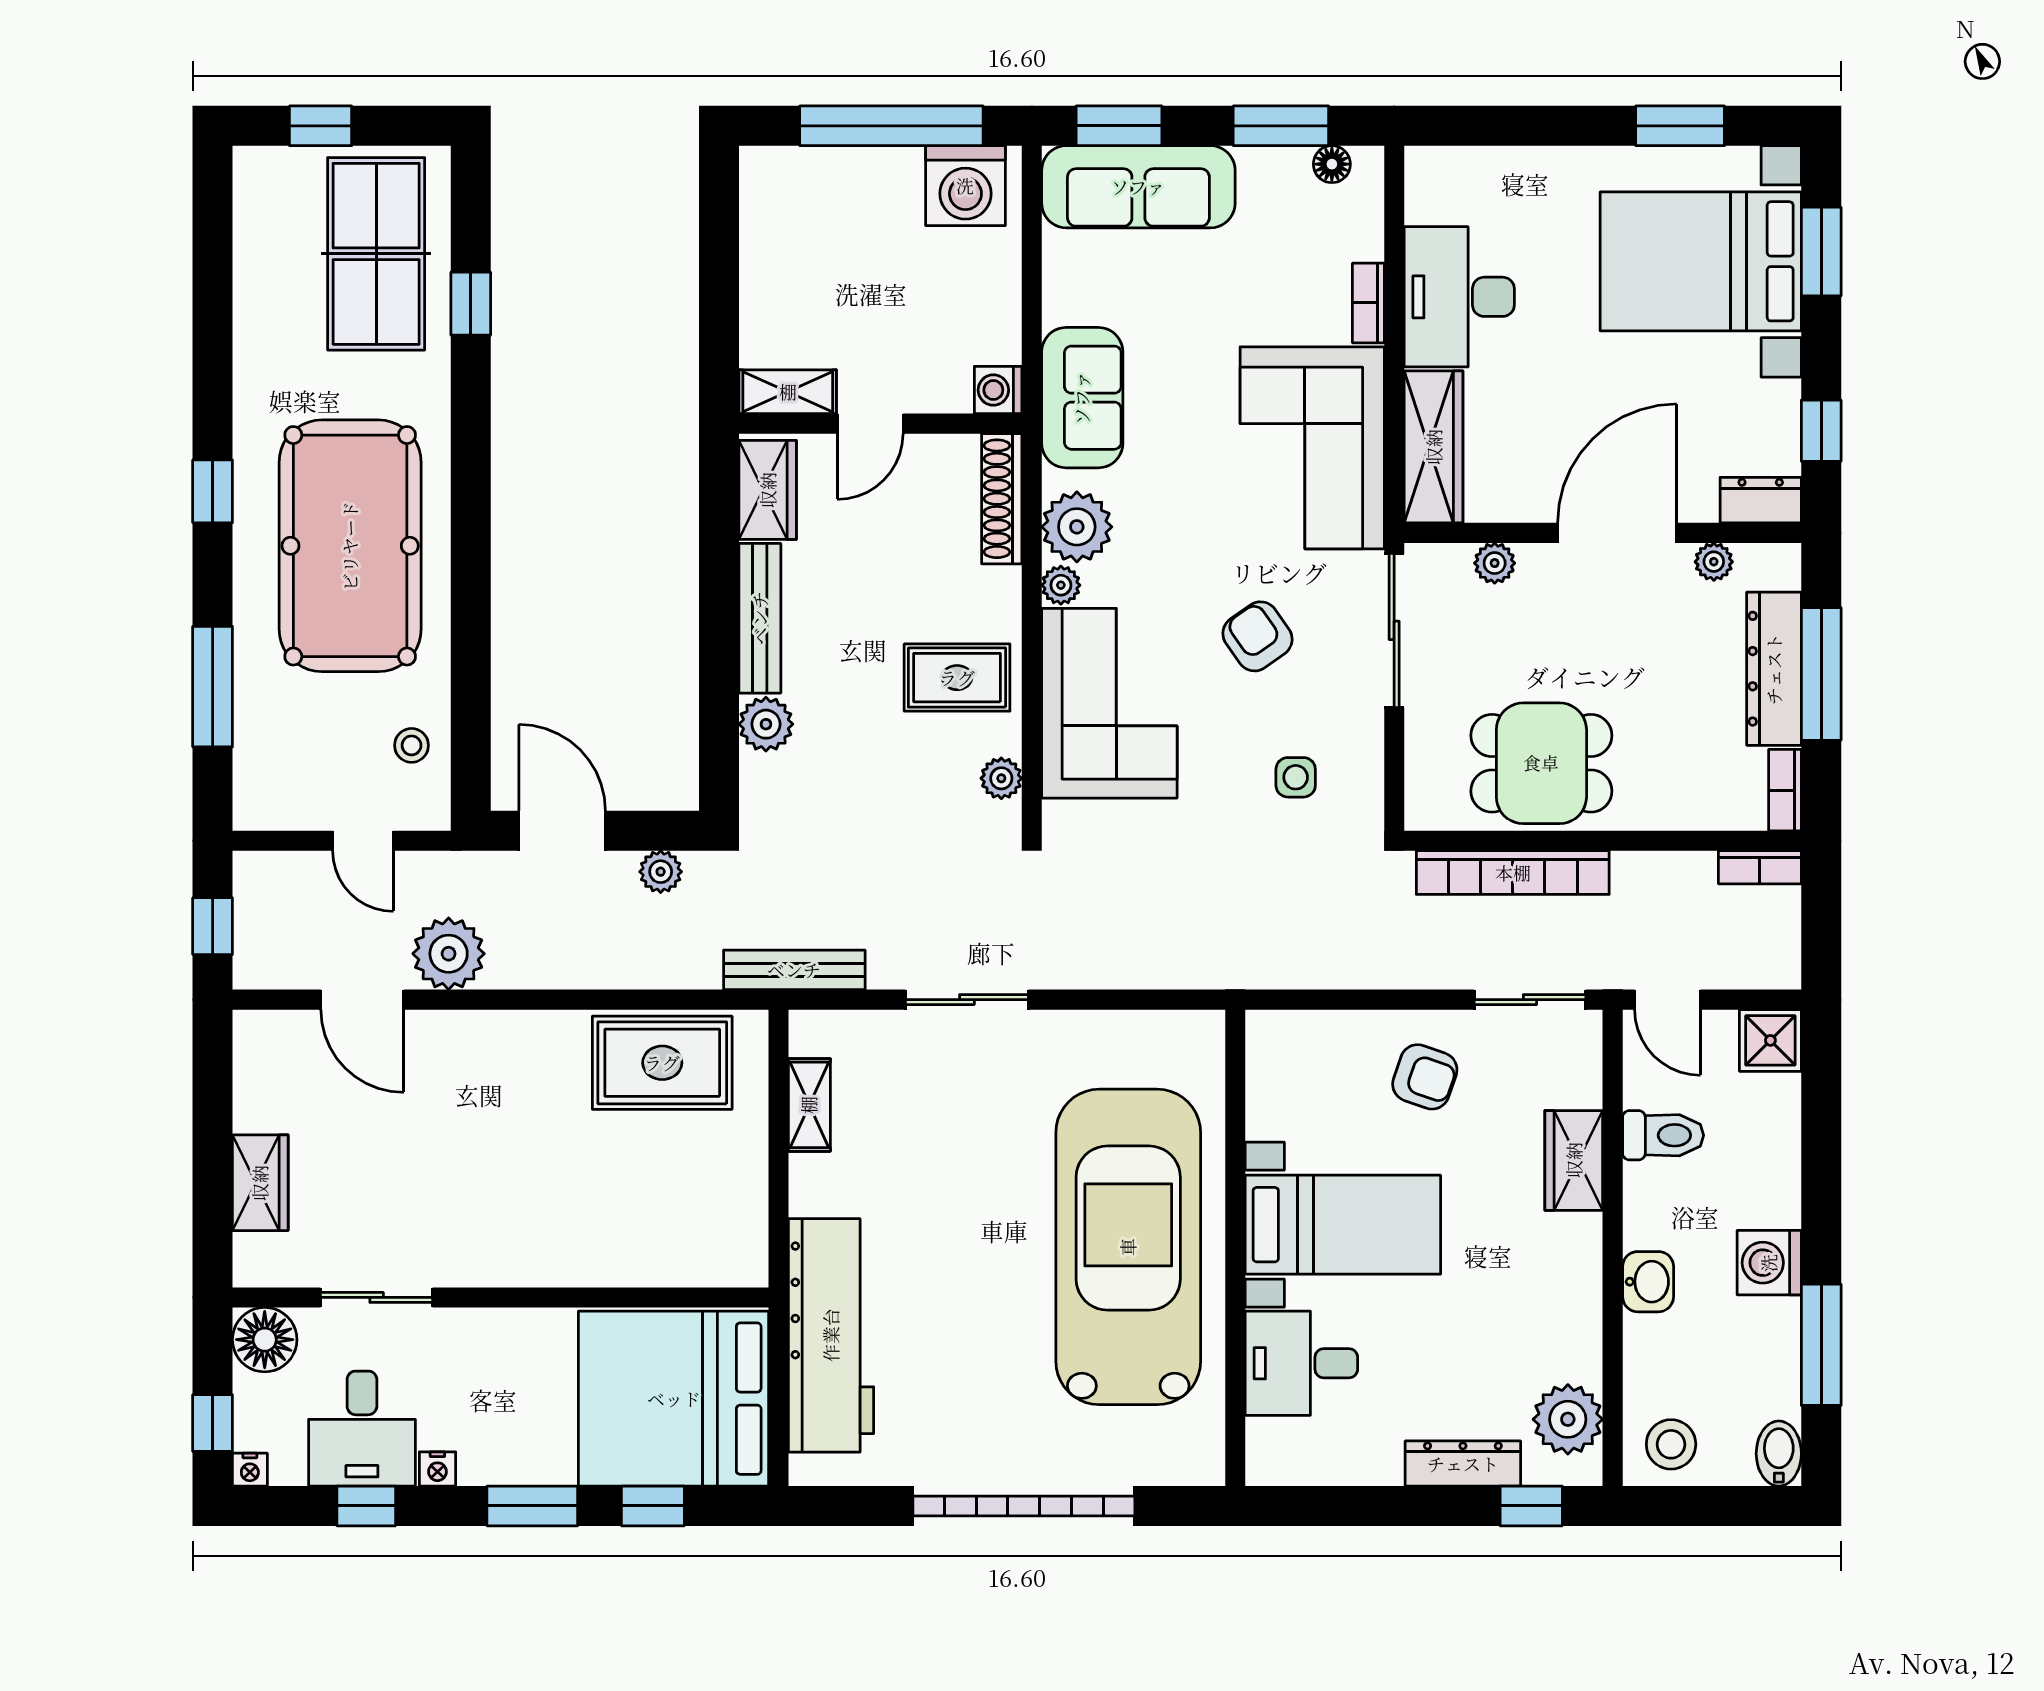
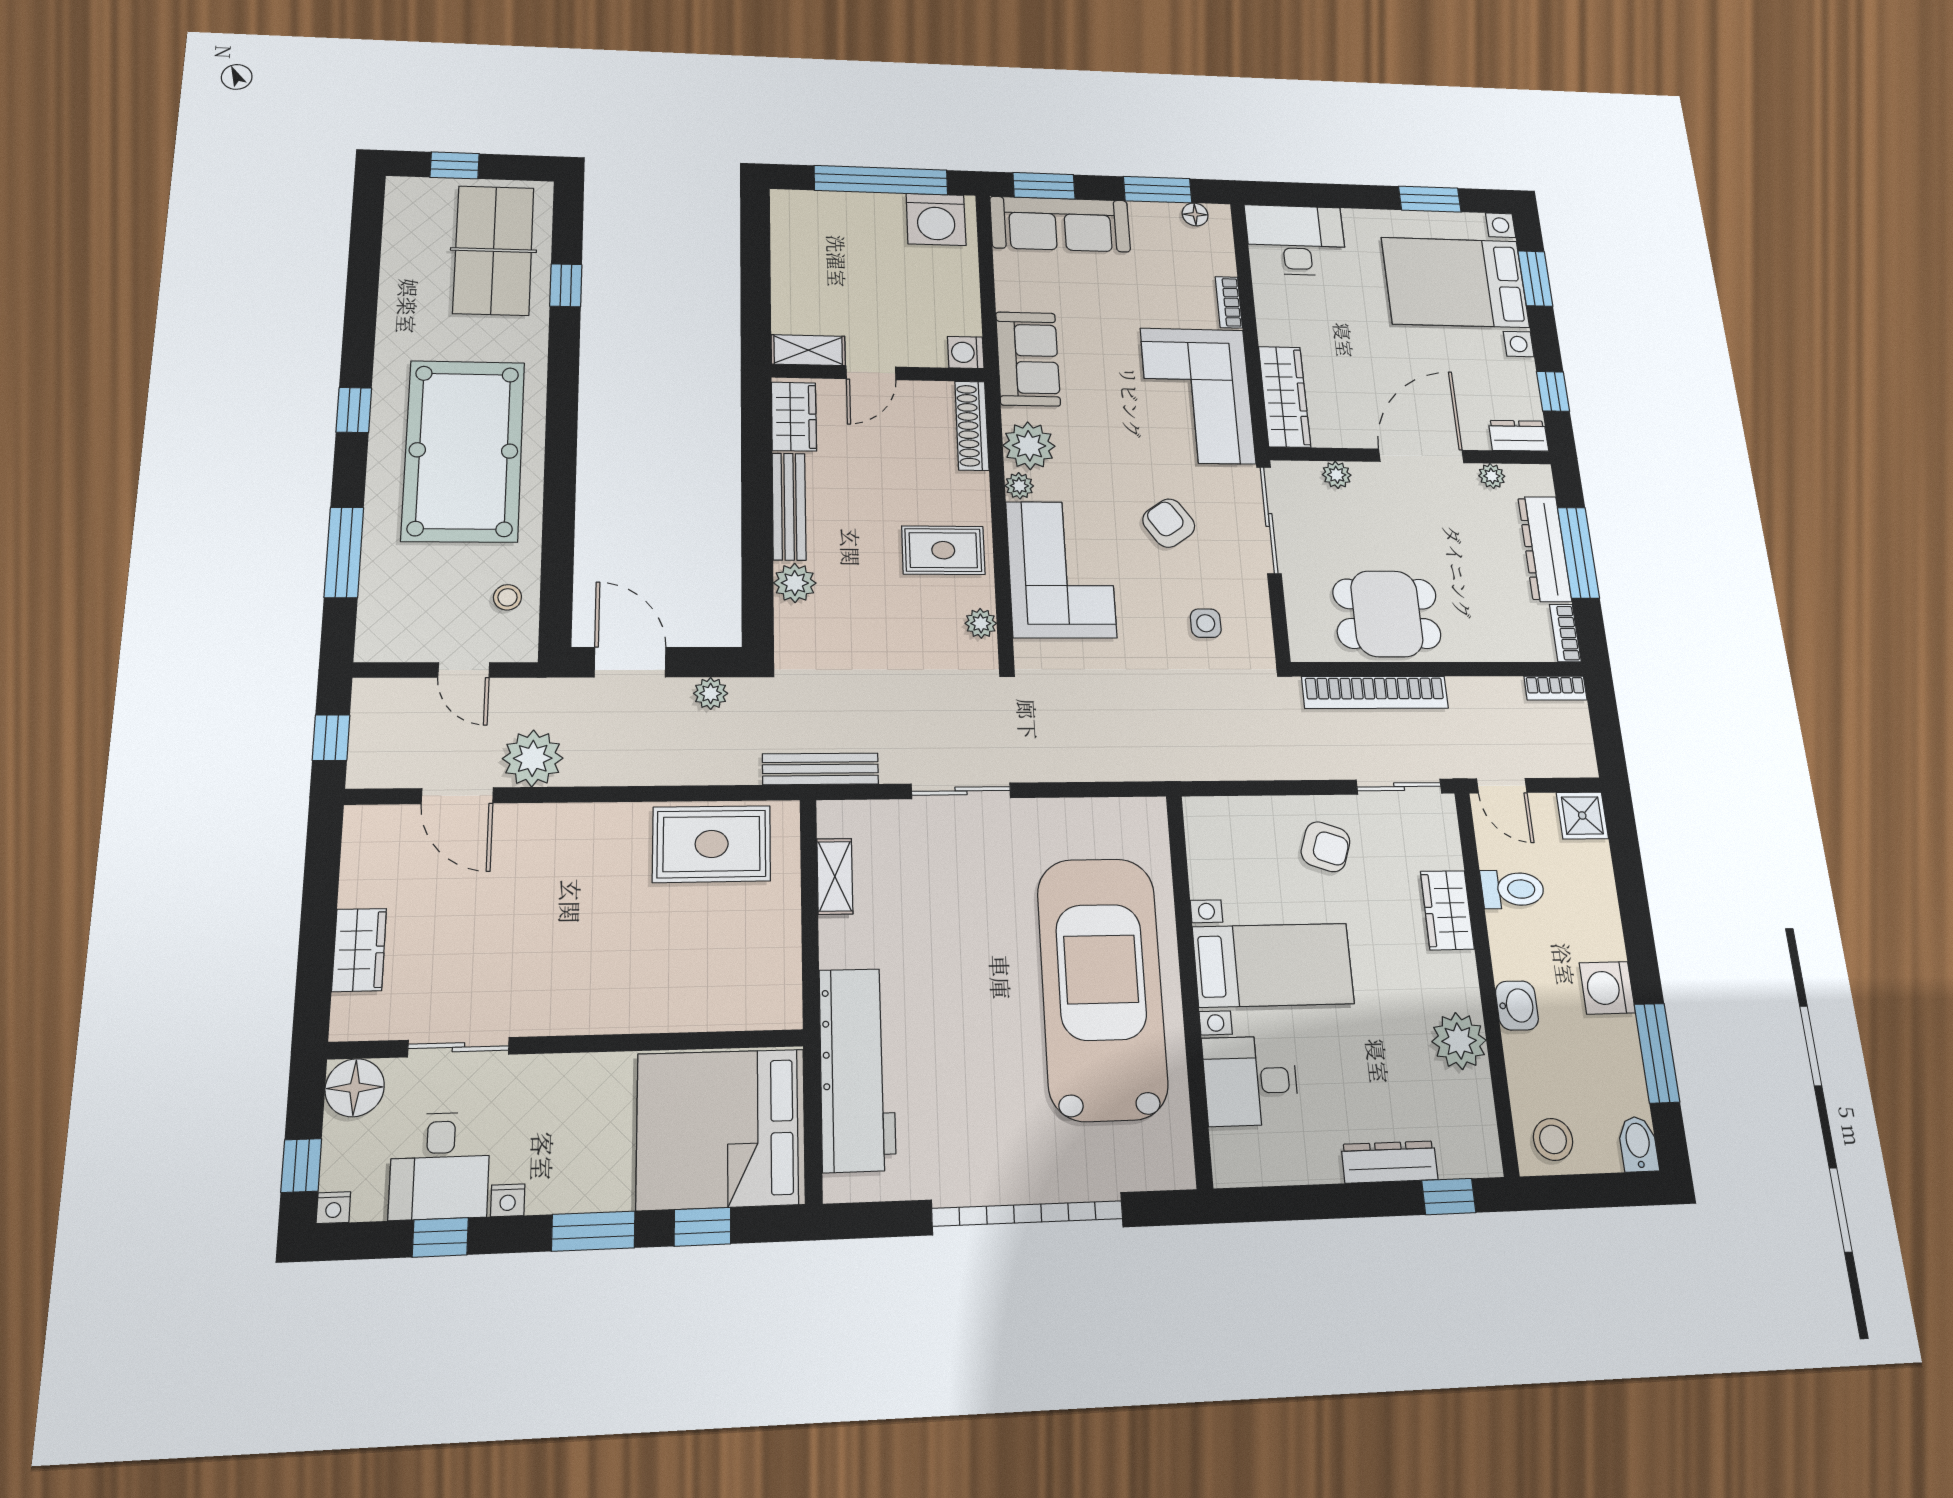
desk: (1459, 297) -> (1296, 240), moved, turned 90
plant: (1568, 1419) -> (1459, 1041), moved

